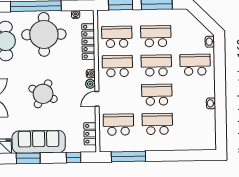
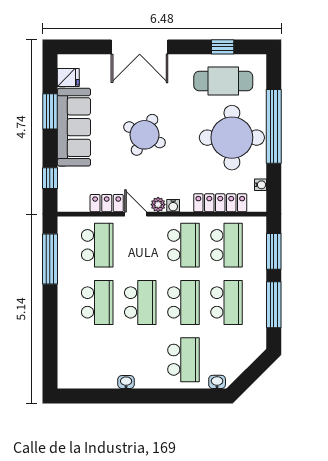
locker: (90, 134) -> (107, 203), moved

